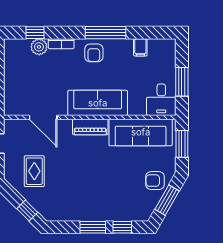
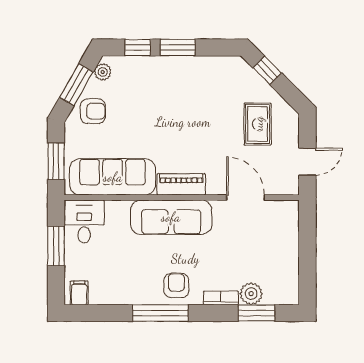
window: (35, 33) -> (257, 313), width x1.50
filing cabinet: (140, 47) -> (79, 293), moved
plant: (148, 209) -> (103, 72), added

